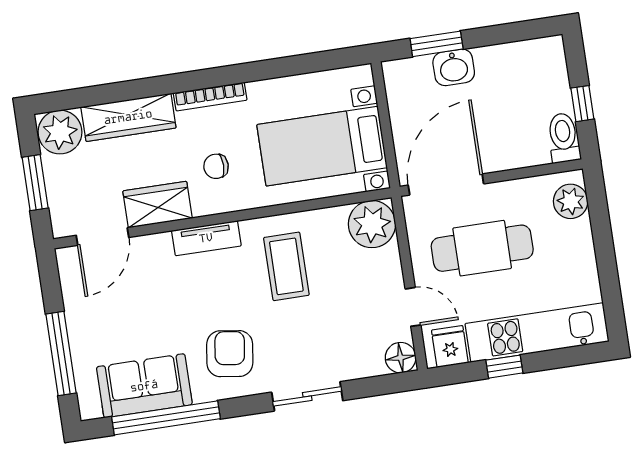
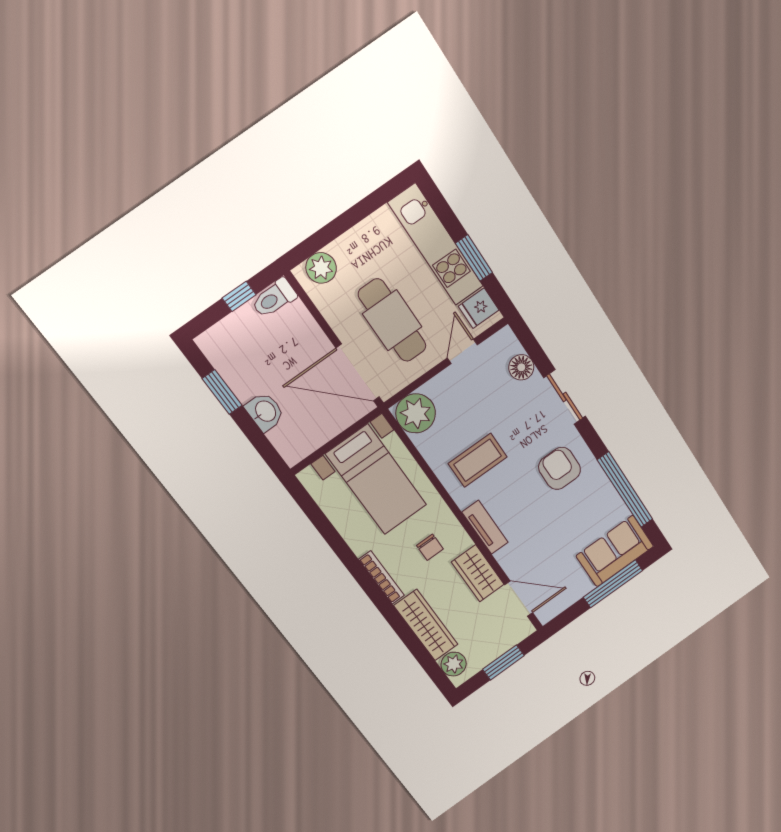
window: (437, 44) -> (222, 392), moved
plant: (60, 132) -> (454, 664), width x0.73, depth x0.73
armchair: (230, 354) -> (560, 468), turned 82
floor lamp: (401, 358) -> (521, 367), moved
window: (504, 367) -> (474, 258), width x1.50
sofa: (144, 386) -> (615, 551), moved, turned 90

